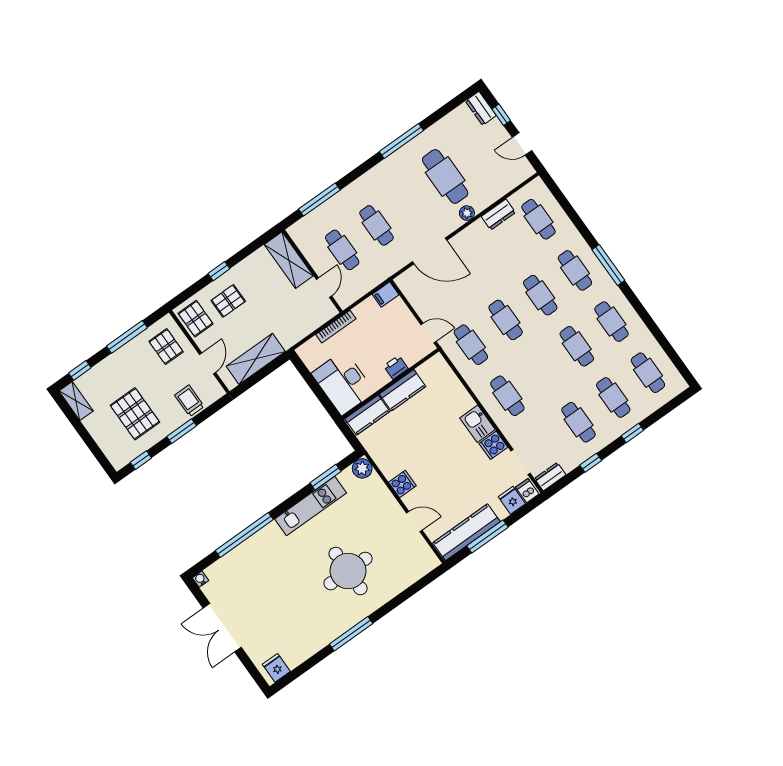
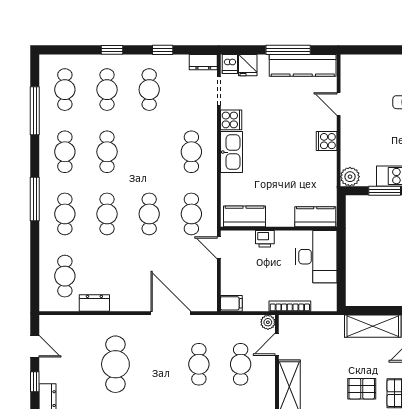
plant: (467, 213) -> (268, 322), moved
window: (660, 338) -> (35, 111), added
kitchen counter: (403, 390) -> (245, 216), moved
kitchen sink: (478, 424) -> (231, 152), width x1.38

